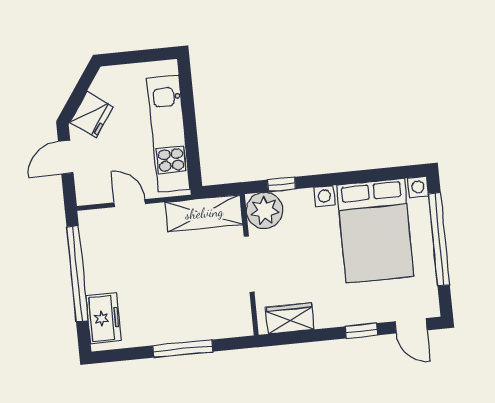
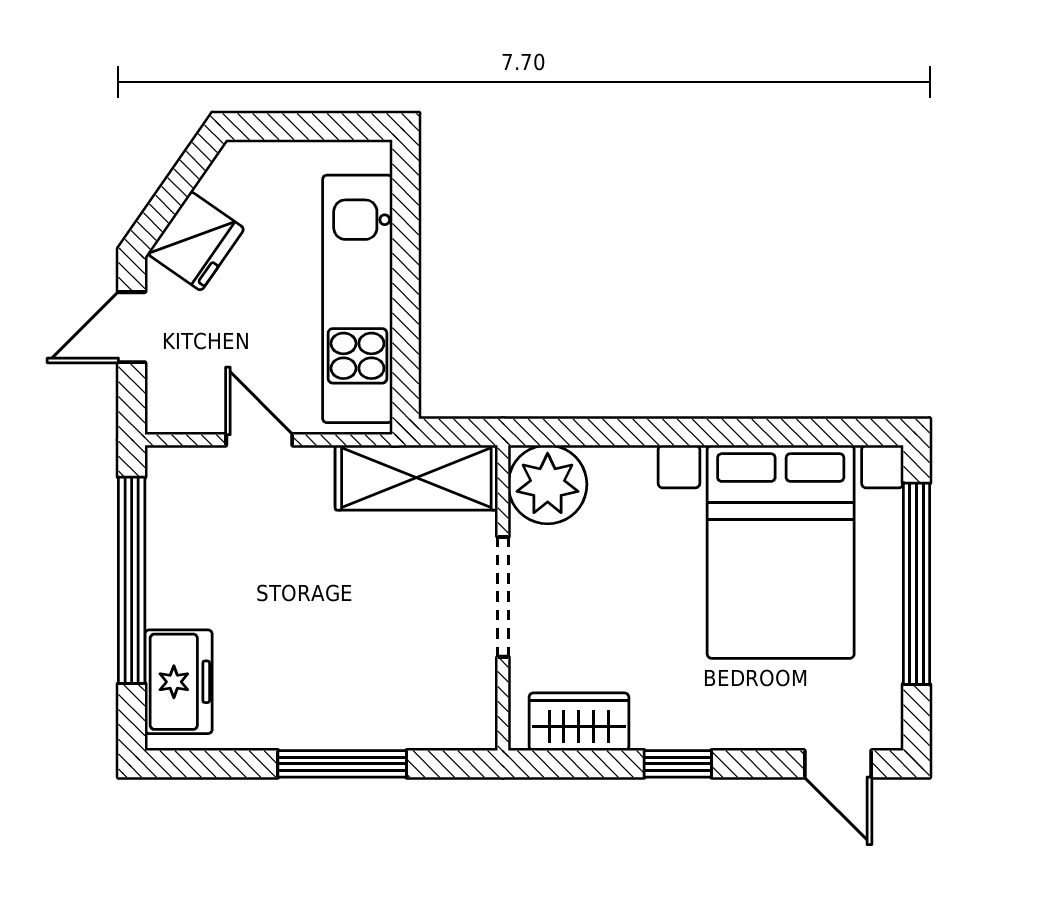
window: (281, 184) -> (589, 432), removed
window: (361, 331) -> (678, 764), moved

